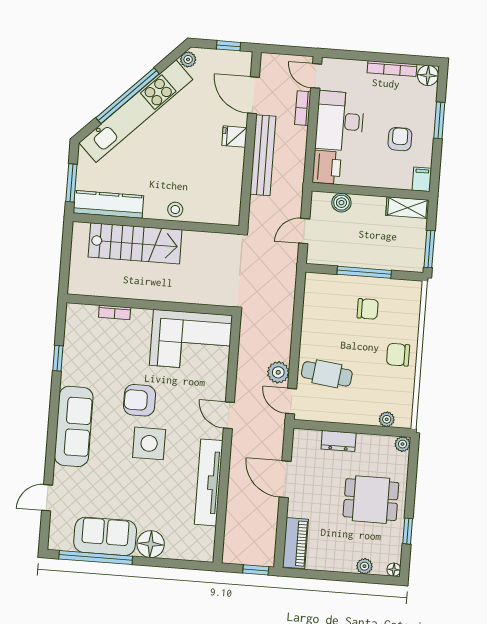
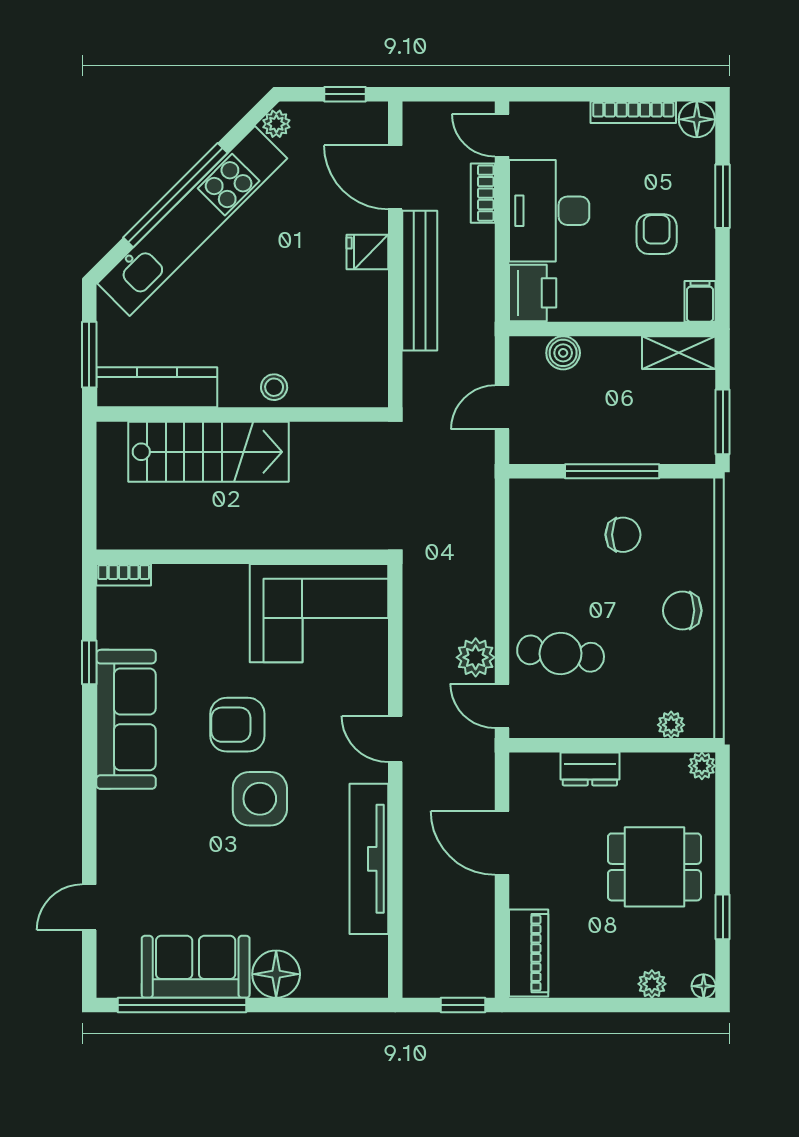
bookcase: (115, 312) -> (124, 575), moved
sofa: (74, 426) -> (126, 719), moved

